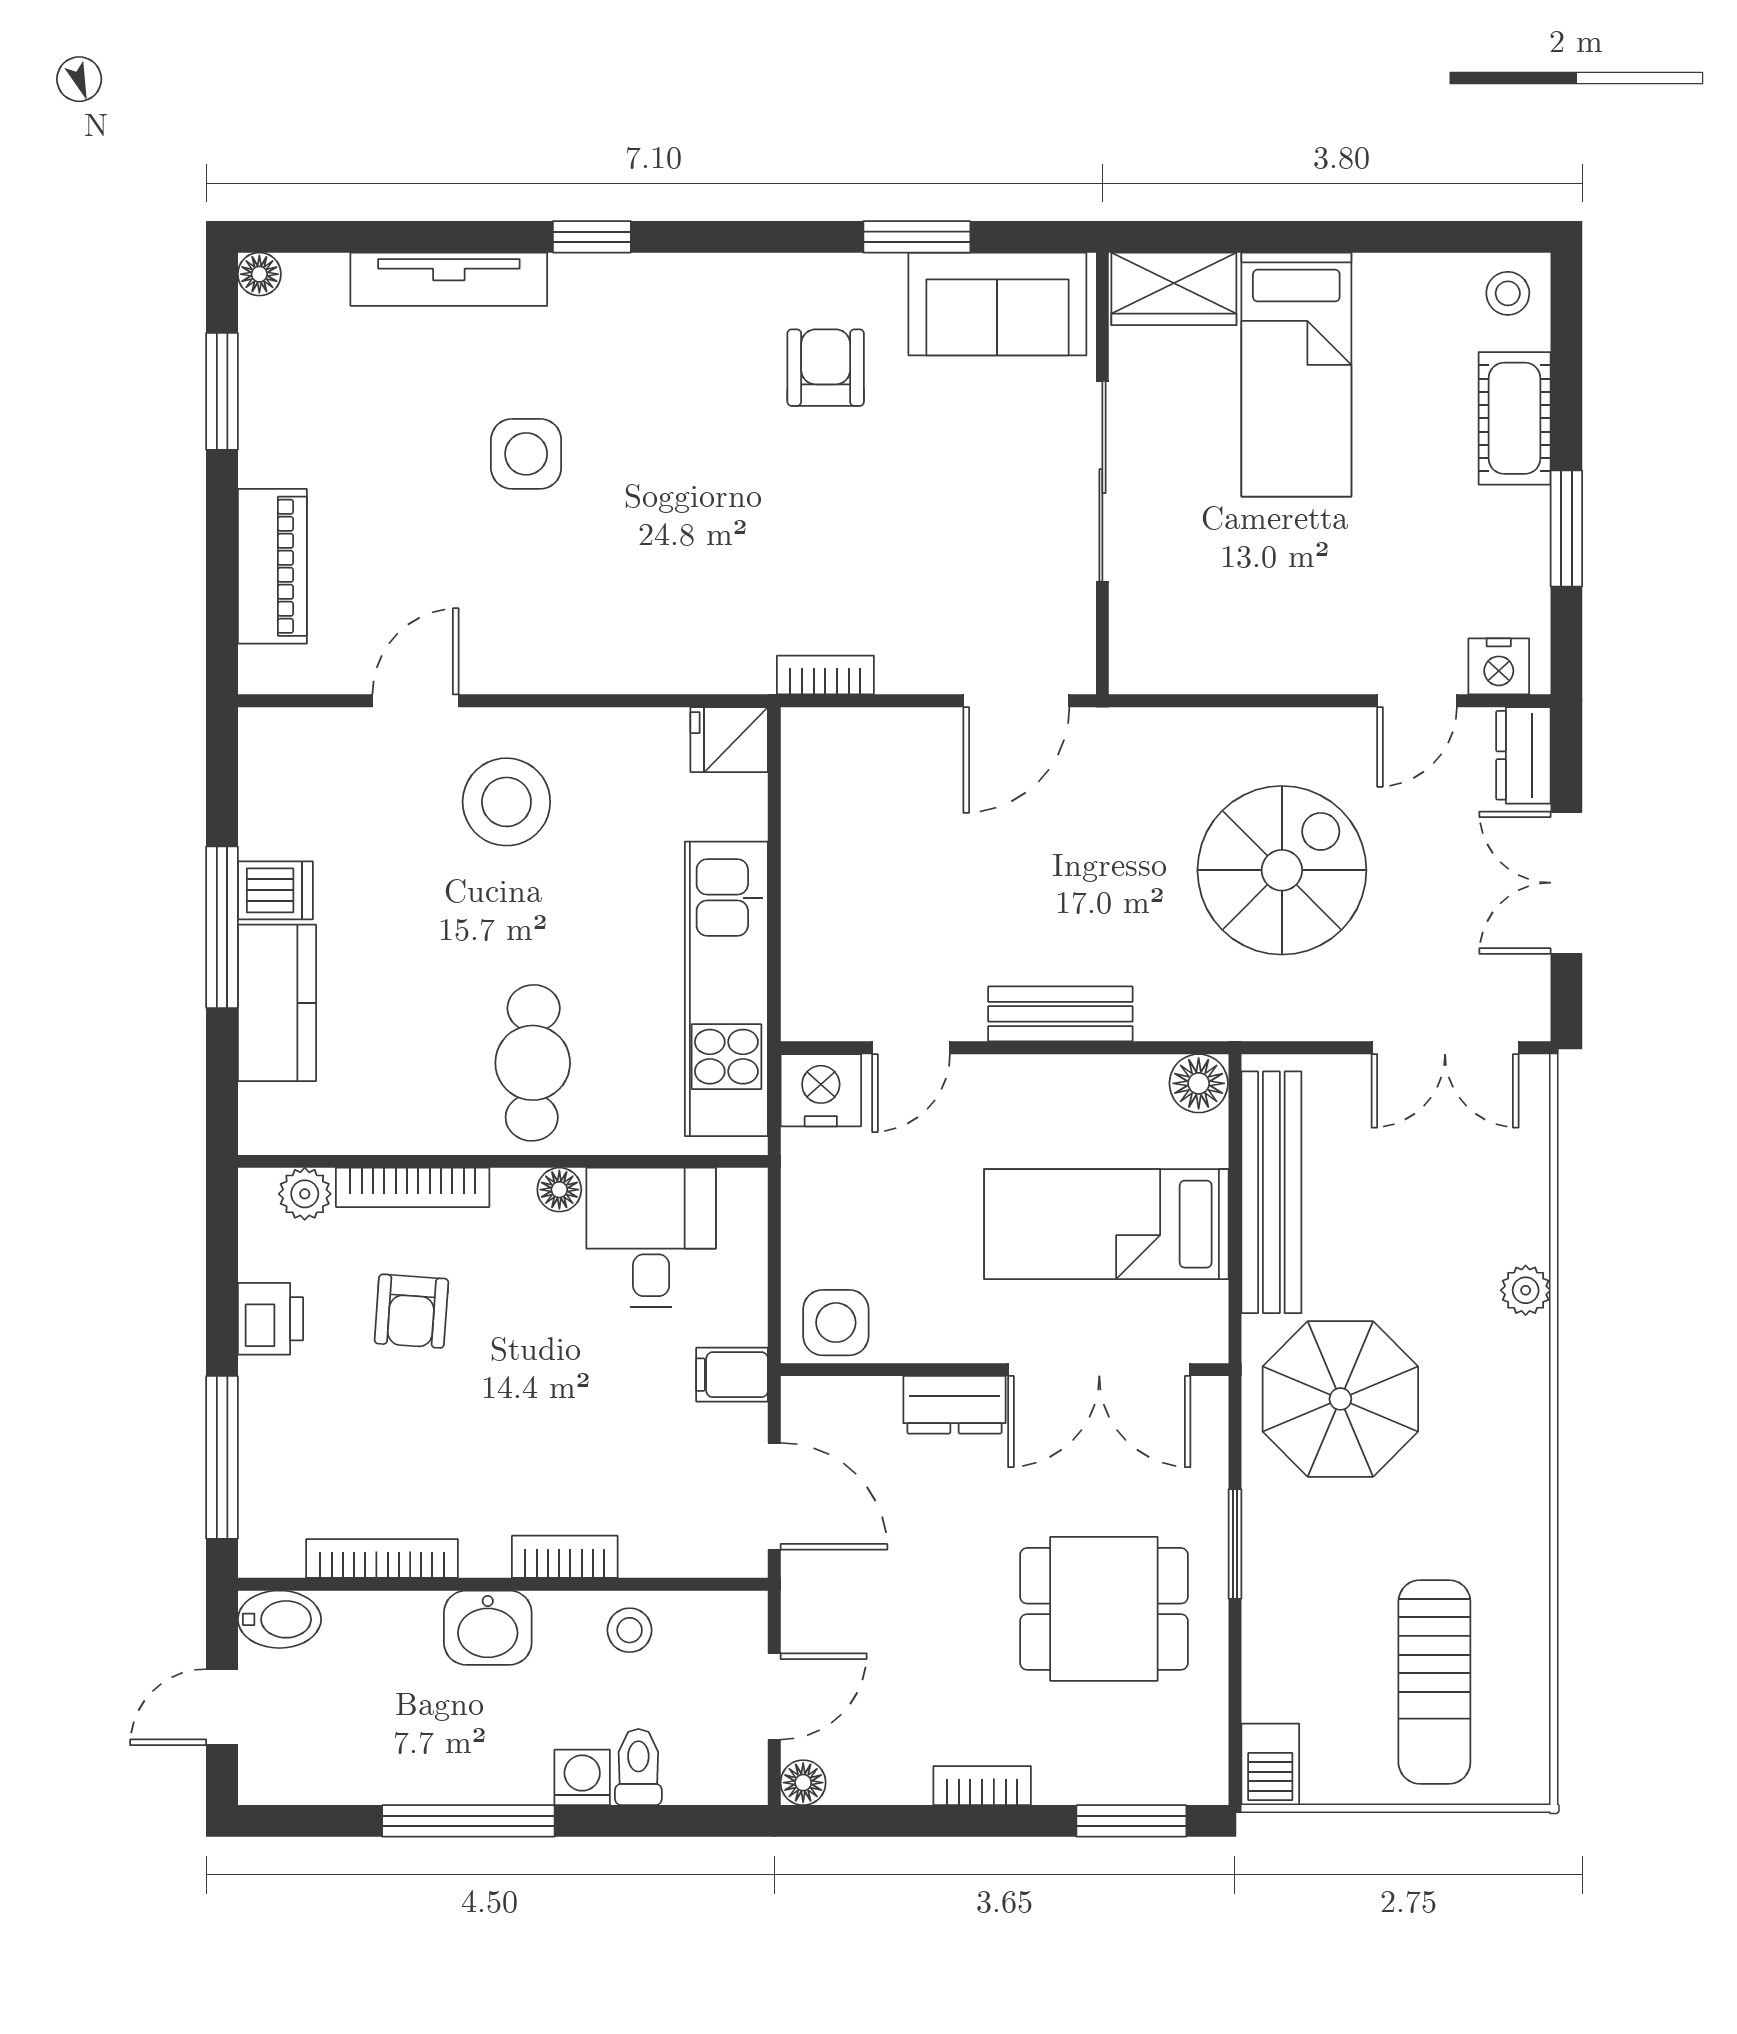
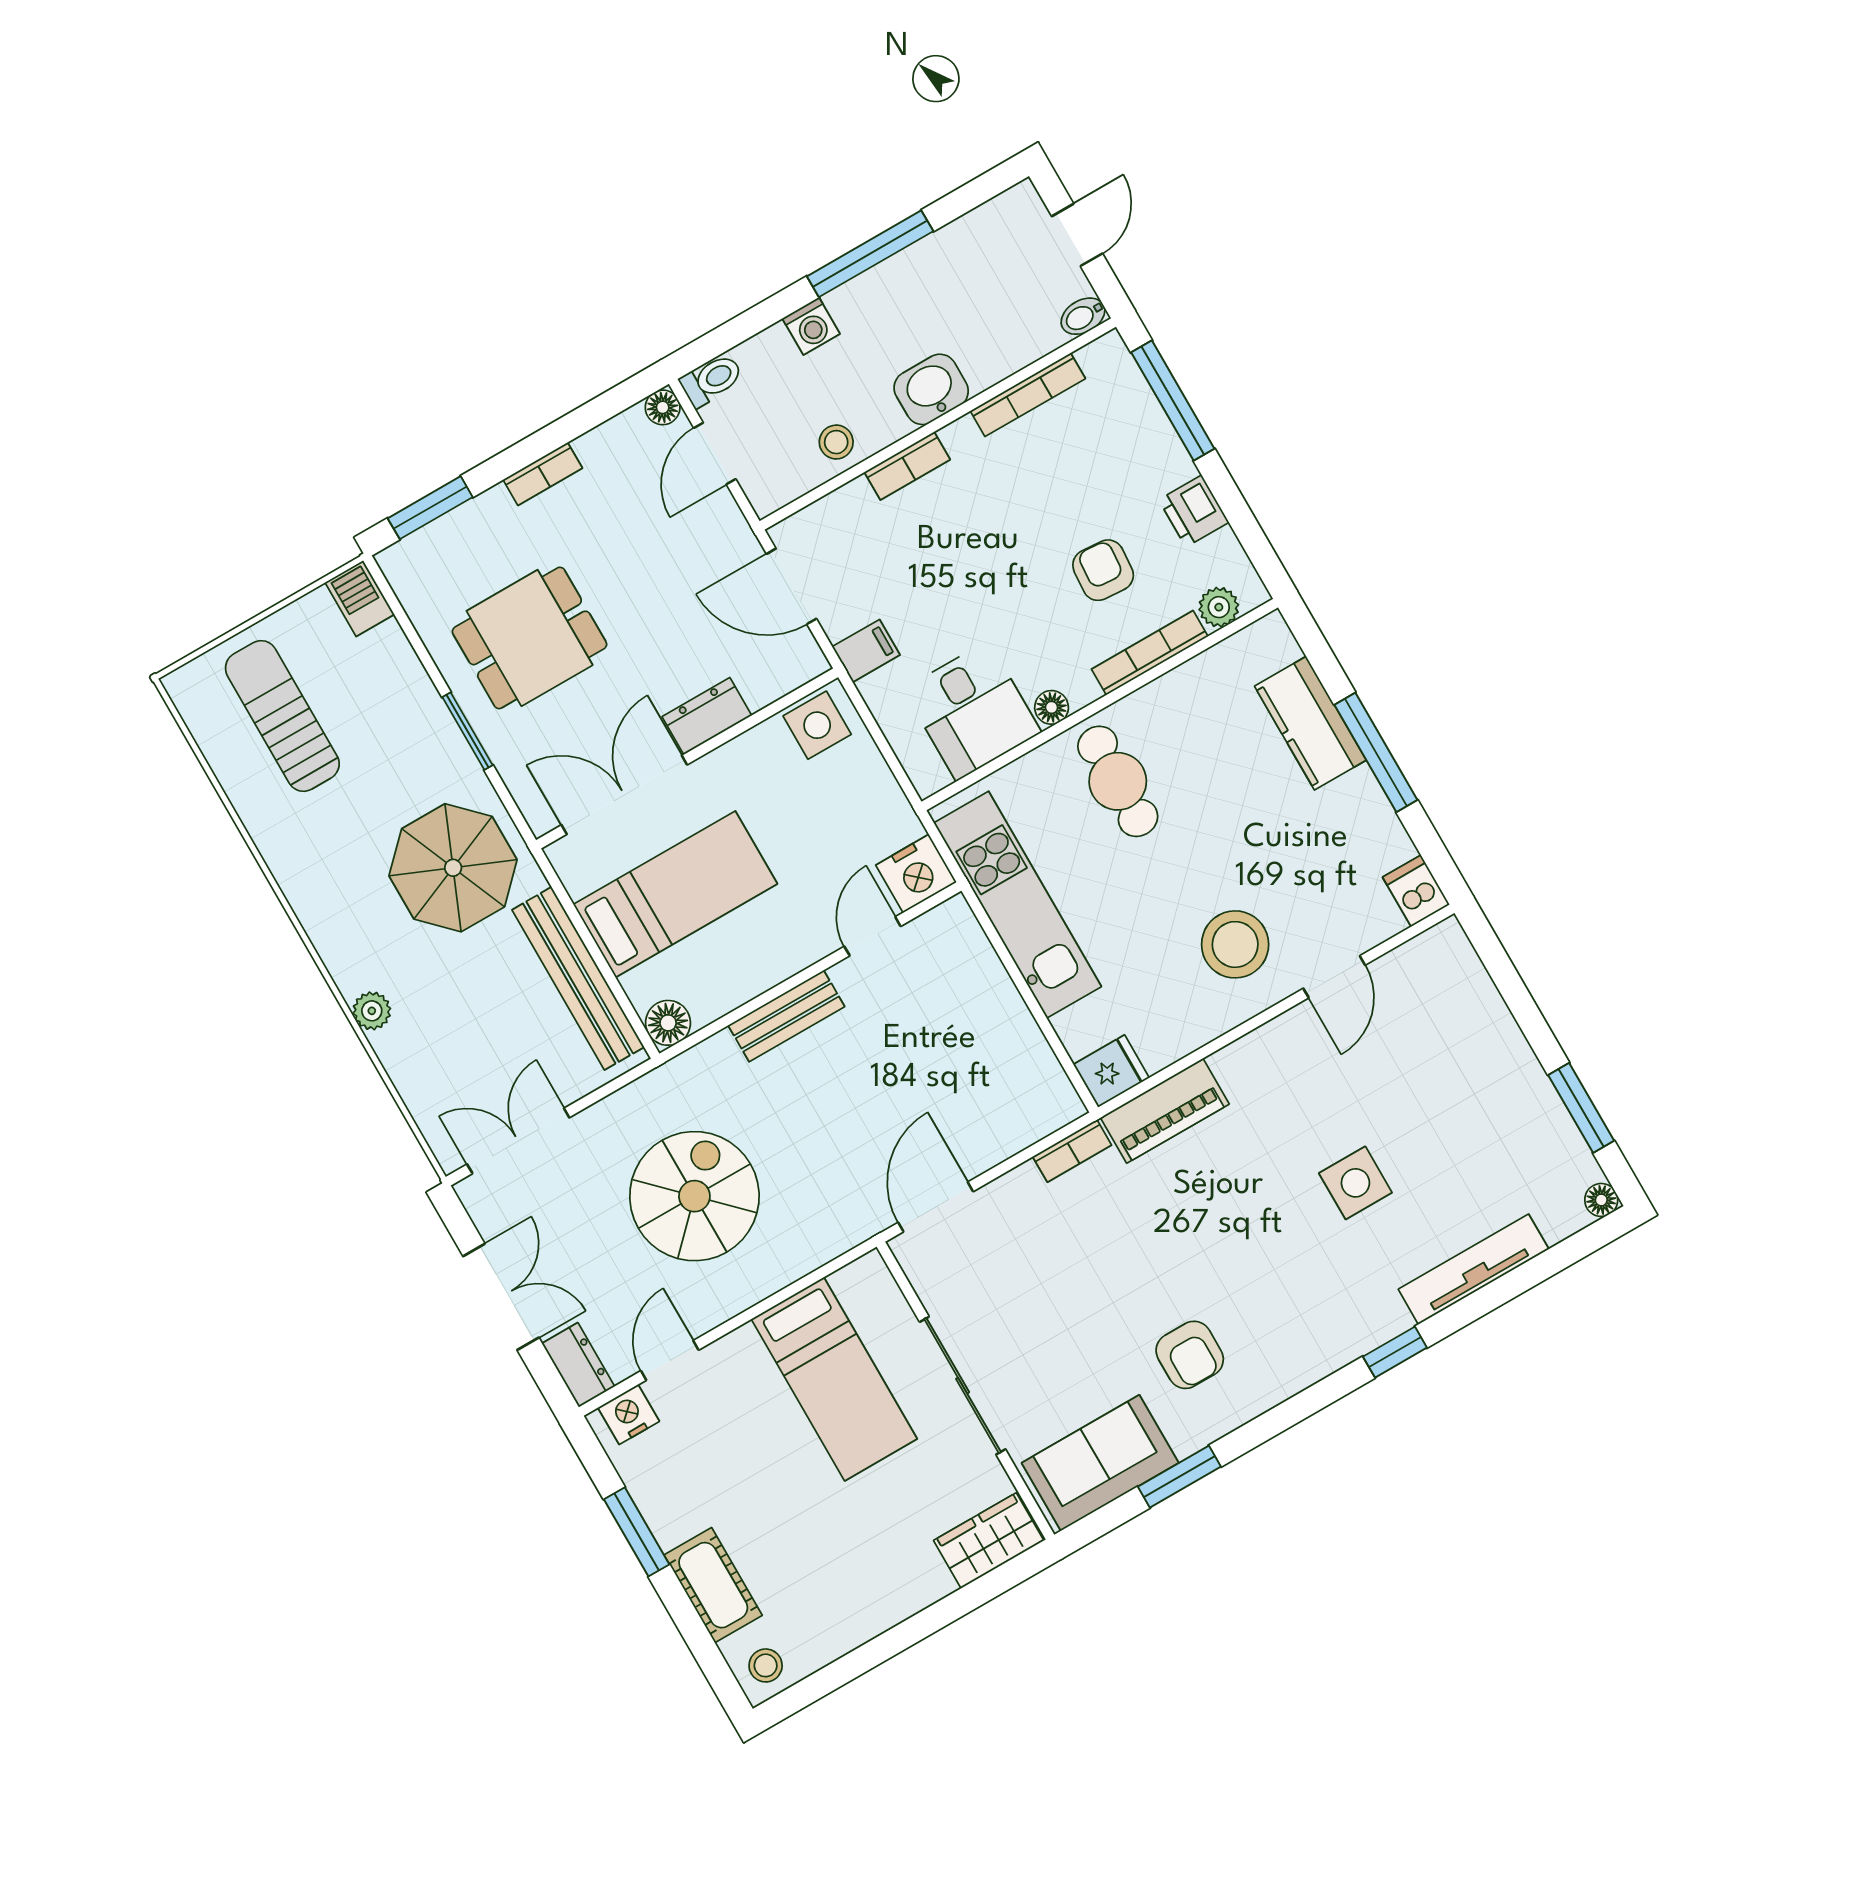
bed: (1296, 375) -> (834, 1379), moved, turned 180
piano: (272, 566) -> (1165, 1111), moved, turned -90
spiral stairs: (1282, 870) -> (694, 1196), turned 180
dishwasher: (275, 890) -> (1416, 891), moved, turned 90
bidet: (279, 1619) -> (1083, 316), width x0.72, depth x0.74
toilet: (638, 1767) -> (712, 380), moved, turned -90

